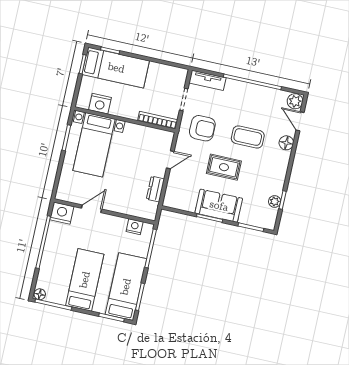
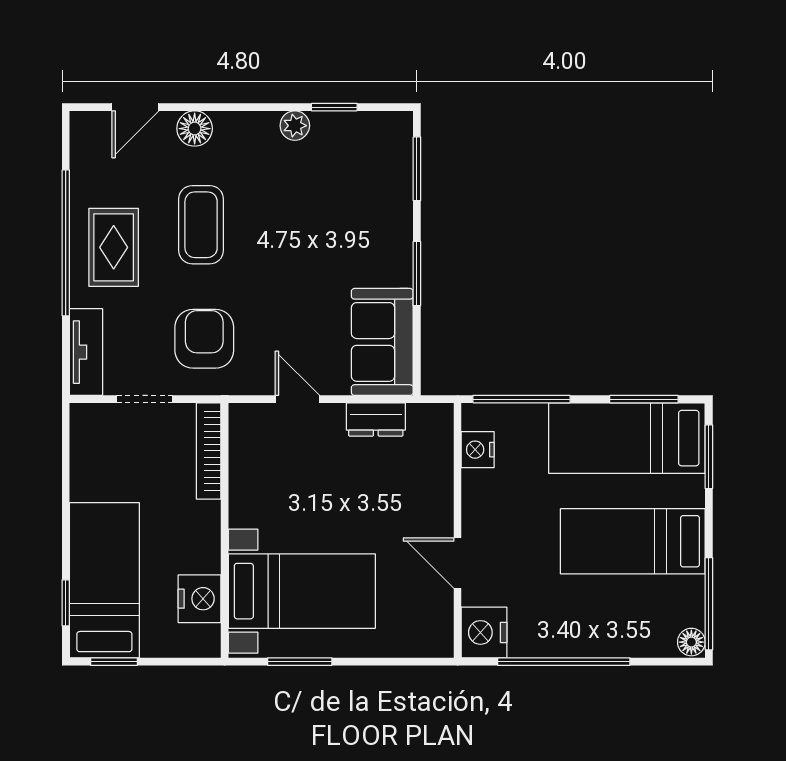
plant: (295, 101) -> (90, 130), removed
rug: (224, 167) -> (114, 247), moved
plant: (275, 202) -> (295, 126), moved
sofa: (219, 206) -> (382, 342), moved

